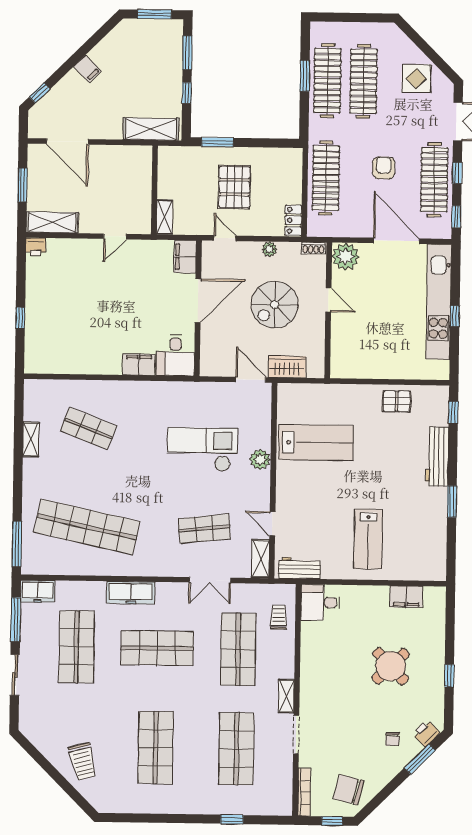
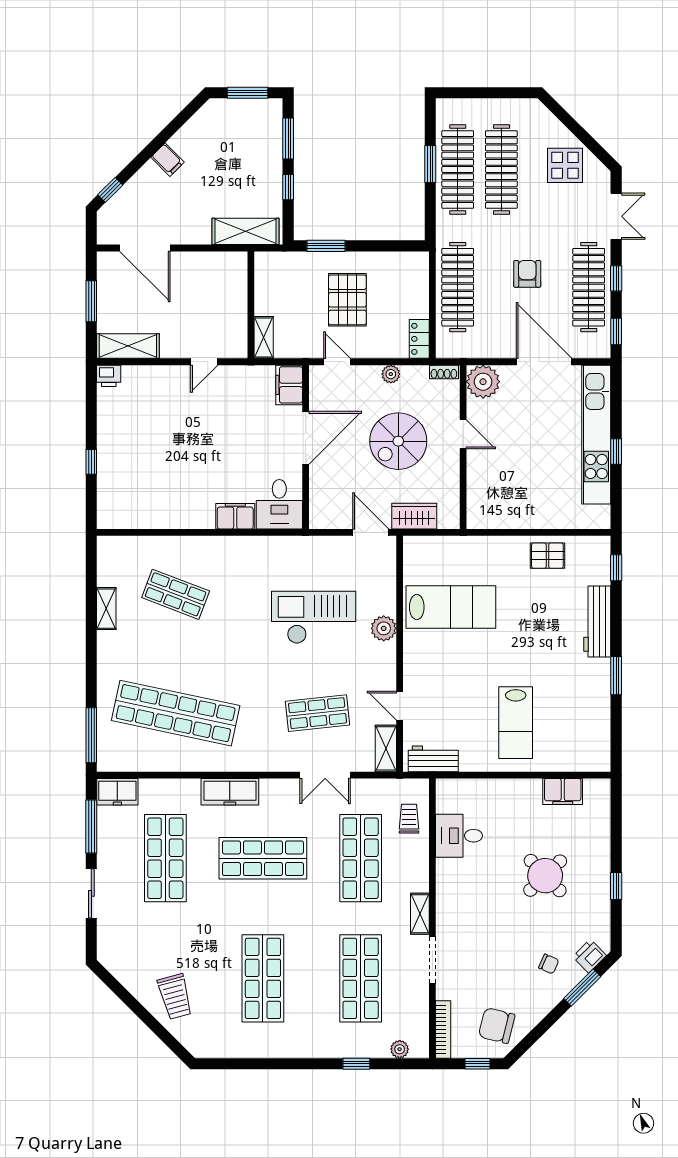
desk: (320, 602) -> (459, 836), moved
chair: (392, 739) -> (549, 964), turned -66
plant: (268, 808) -> (400, 1049), added

